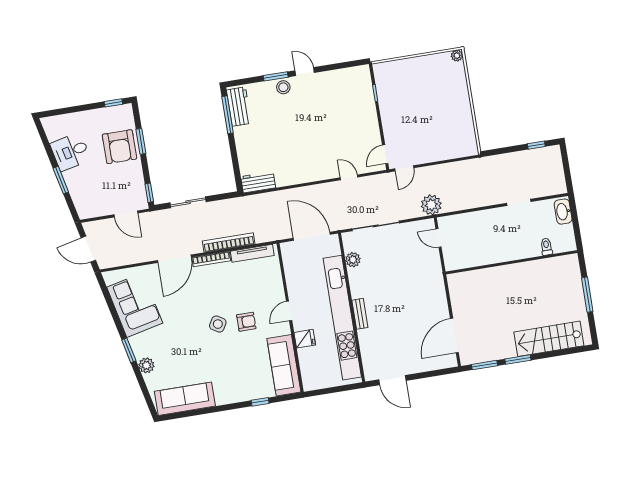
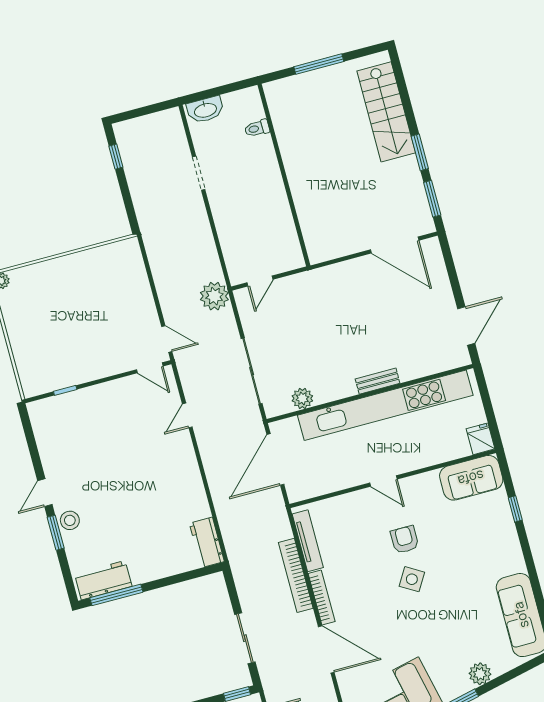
fridge: (305, 339) -> (480, 439), moved
sofa: (284, 365) -> (471, 478), width x0.73

